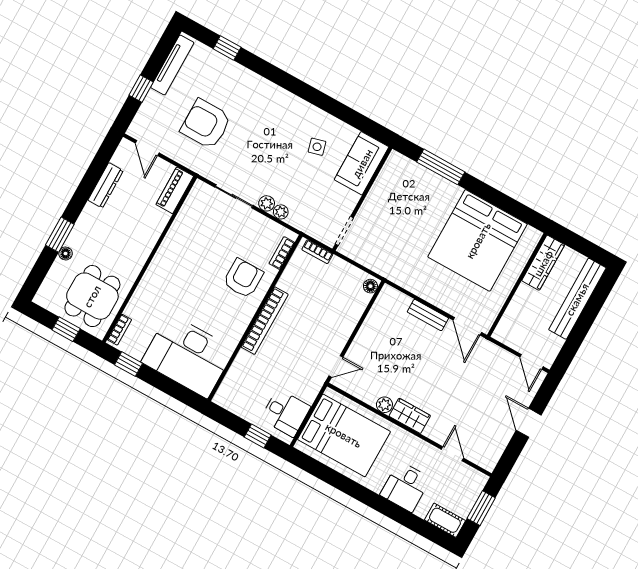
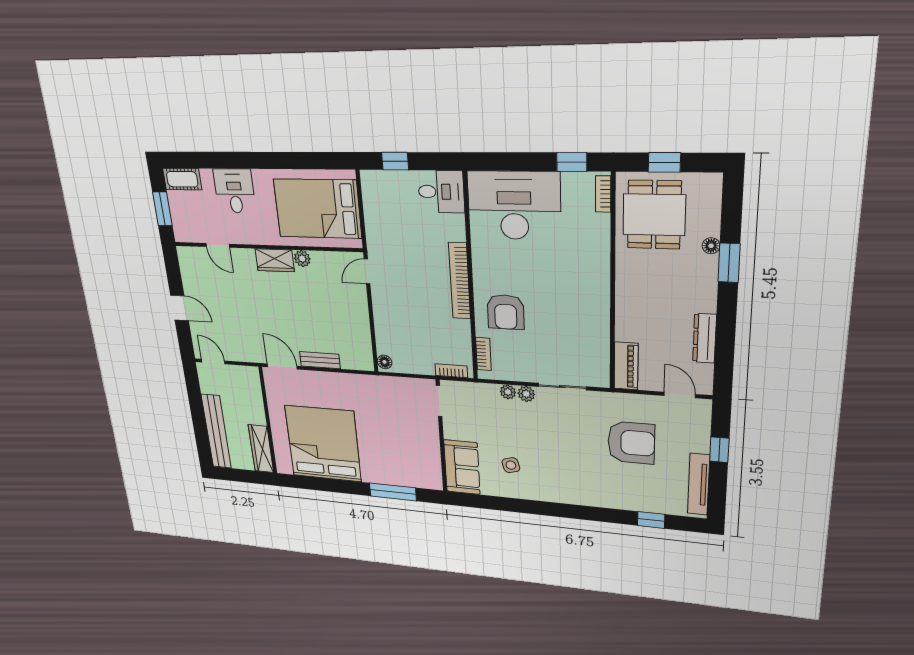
desk: (286, 413) -> (441, 192), moved, turned 180

